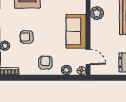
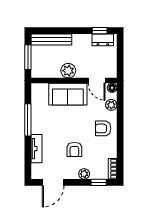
plant: (97, 13) -> (68, 71), moved
door: (88, 57) -> (97, 80), swing flipped

